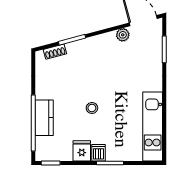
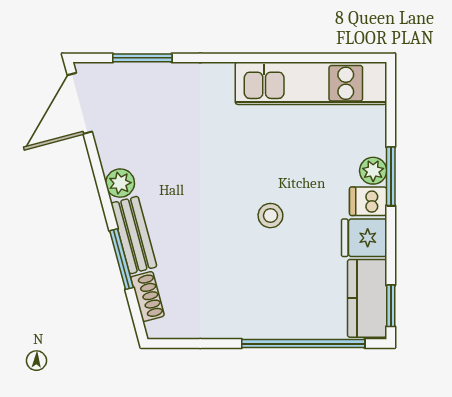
plant: (123, 35) -> (120, 183), moved
bench: (83, 45) -> (134, 235), added
kitchen counter: (44, 118) -> (367, 298), moved, turned -90
plant: (112, 155) -> (373, 171), added

